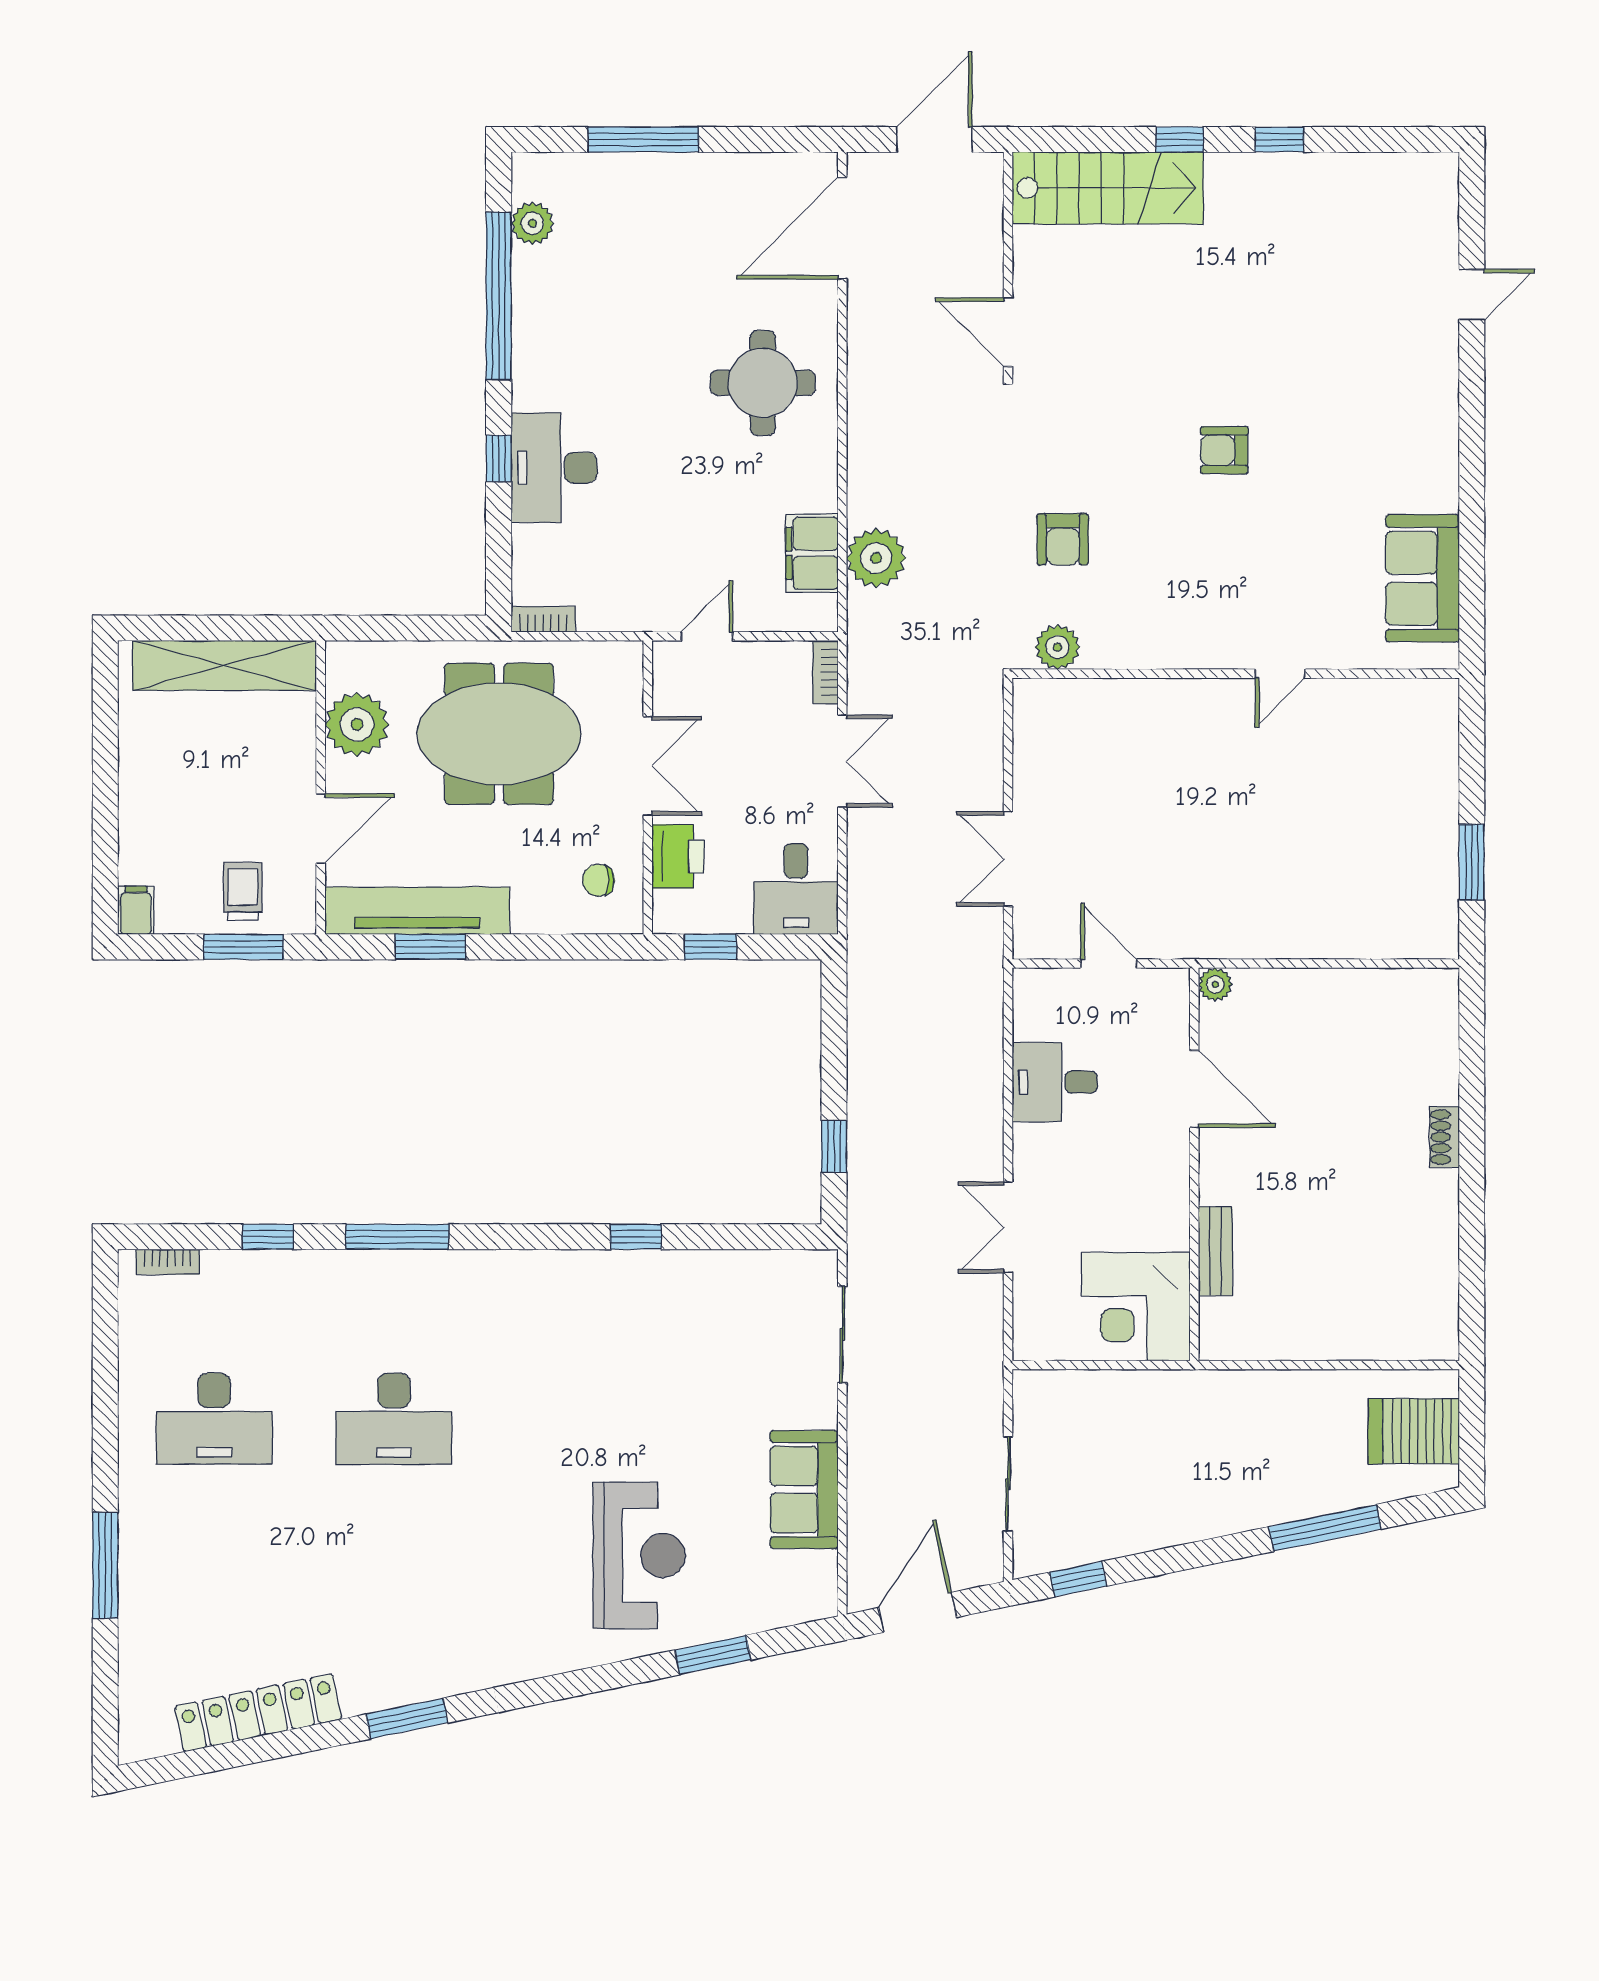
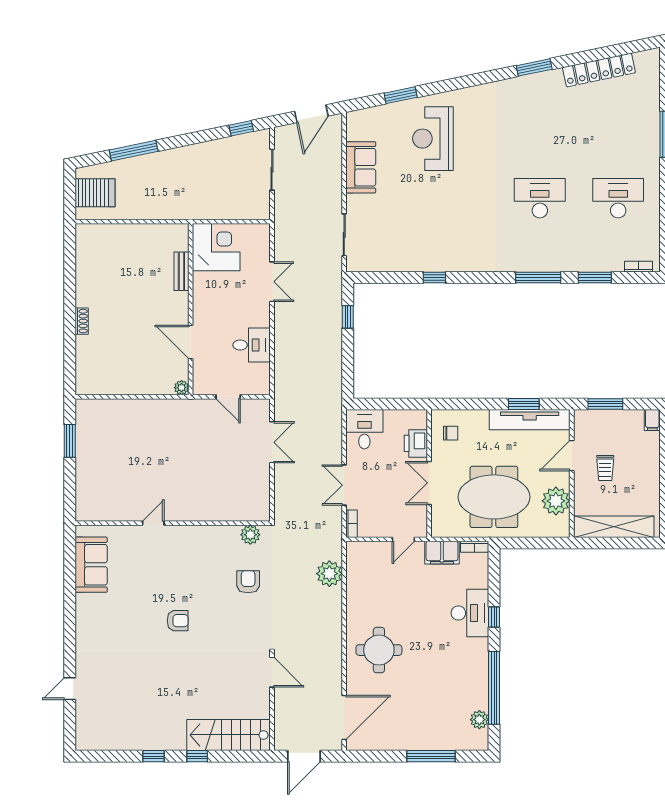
filing cabinet: (812, 553) -> (442, 553), moved, turned 90
trolley: (243, 891) -> (605, 468), moved
window: (710, 947) -> (402, 404), removed
window: (268, 1237) -> (595, 278), width x1.50

